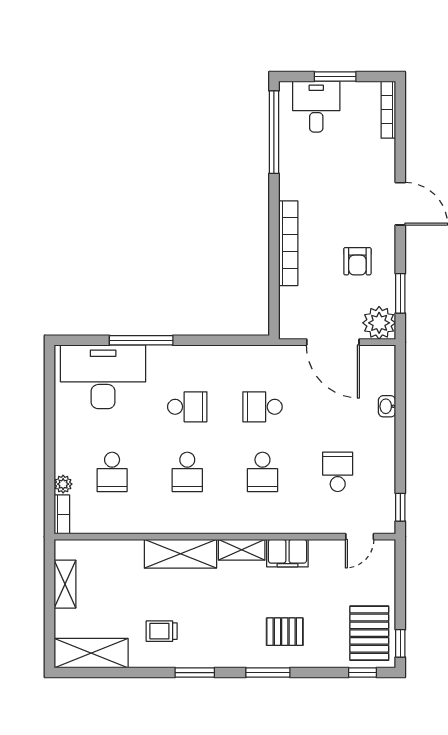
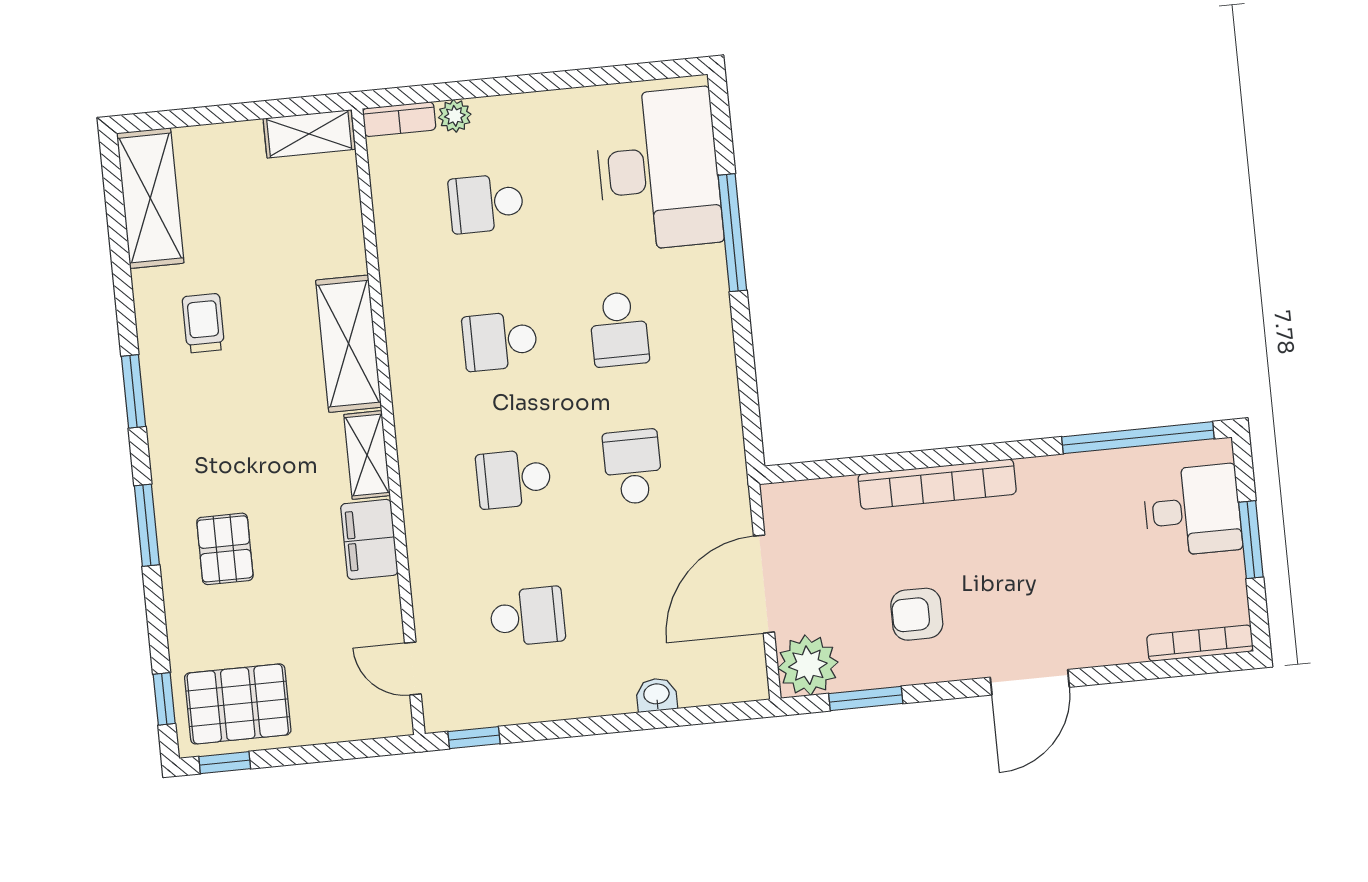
shelving: (65, 584) -> (309, 134), moved

